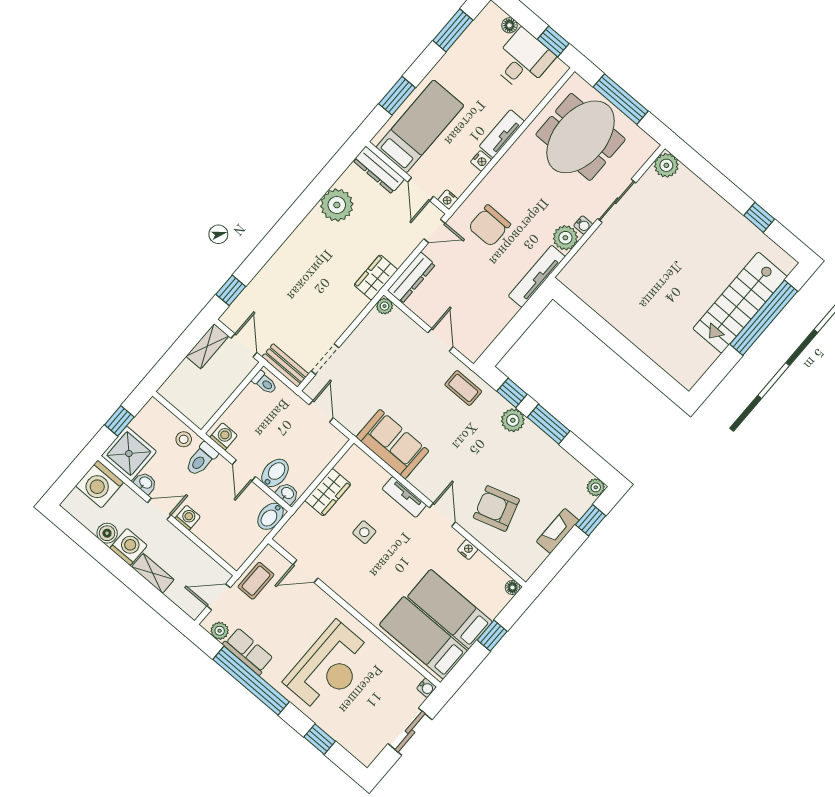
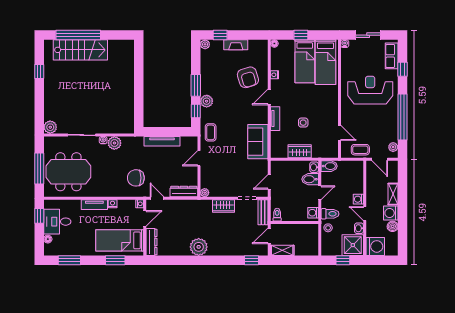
plant: (337, 205) -> (199, 247), moved
chair: (489, 226) -> (136, 178), turned 180
tv unit: (537, 276) -> (162, 141), moved
wardrobe: (376, 277) -> (223, 206), moved
row of seats: (248, 651) -> (392, 56), moved

